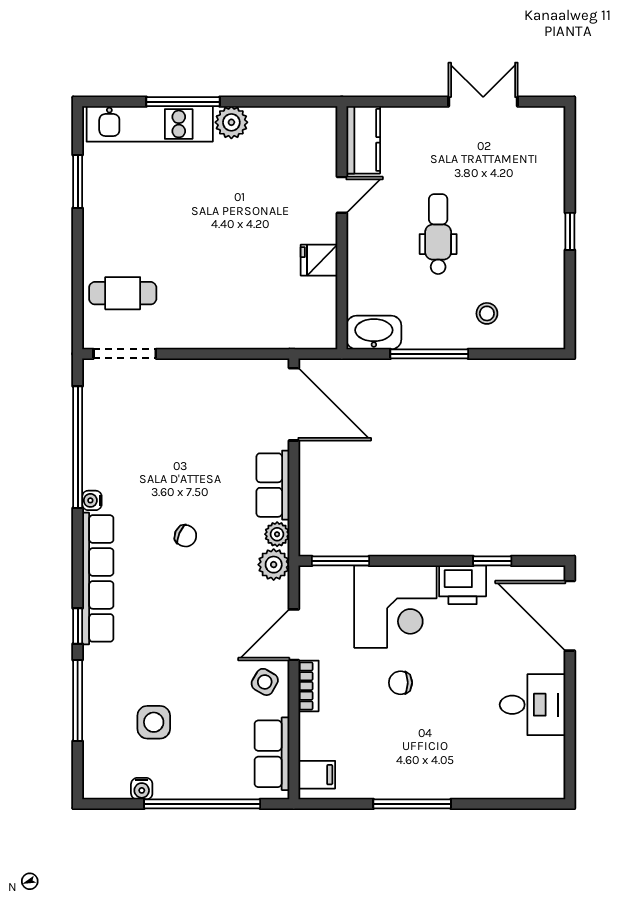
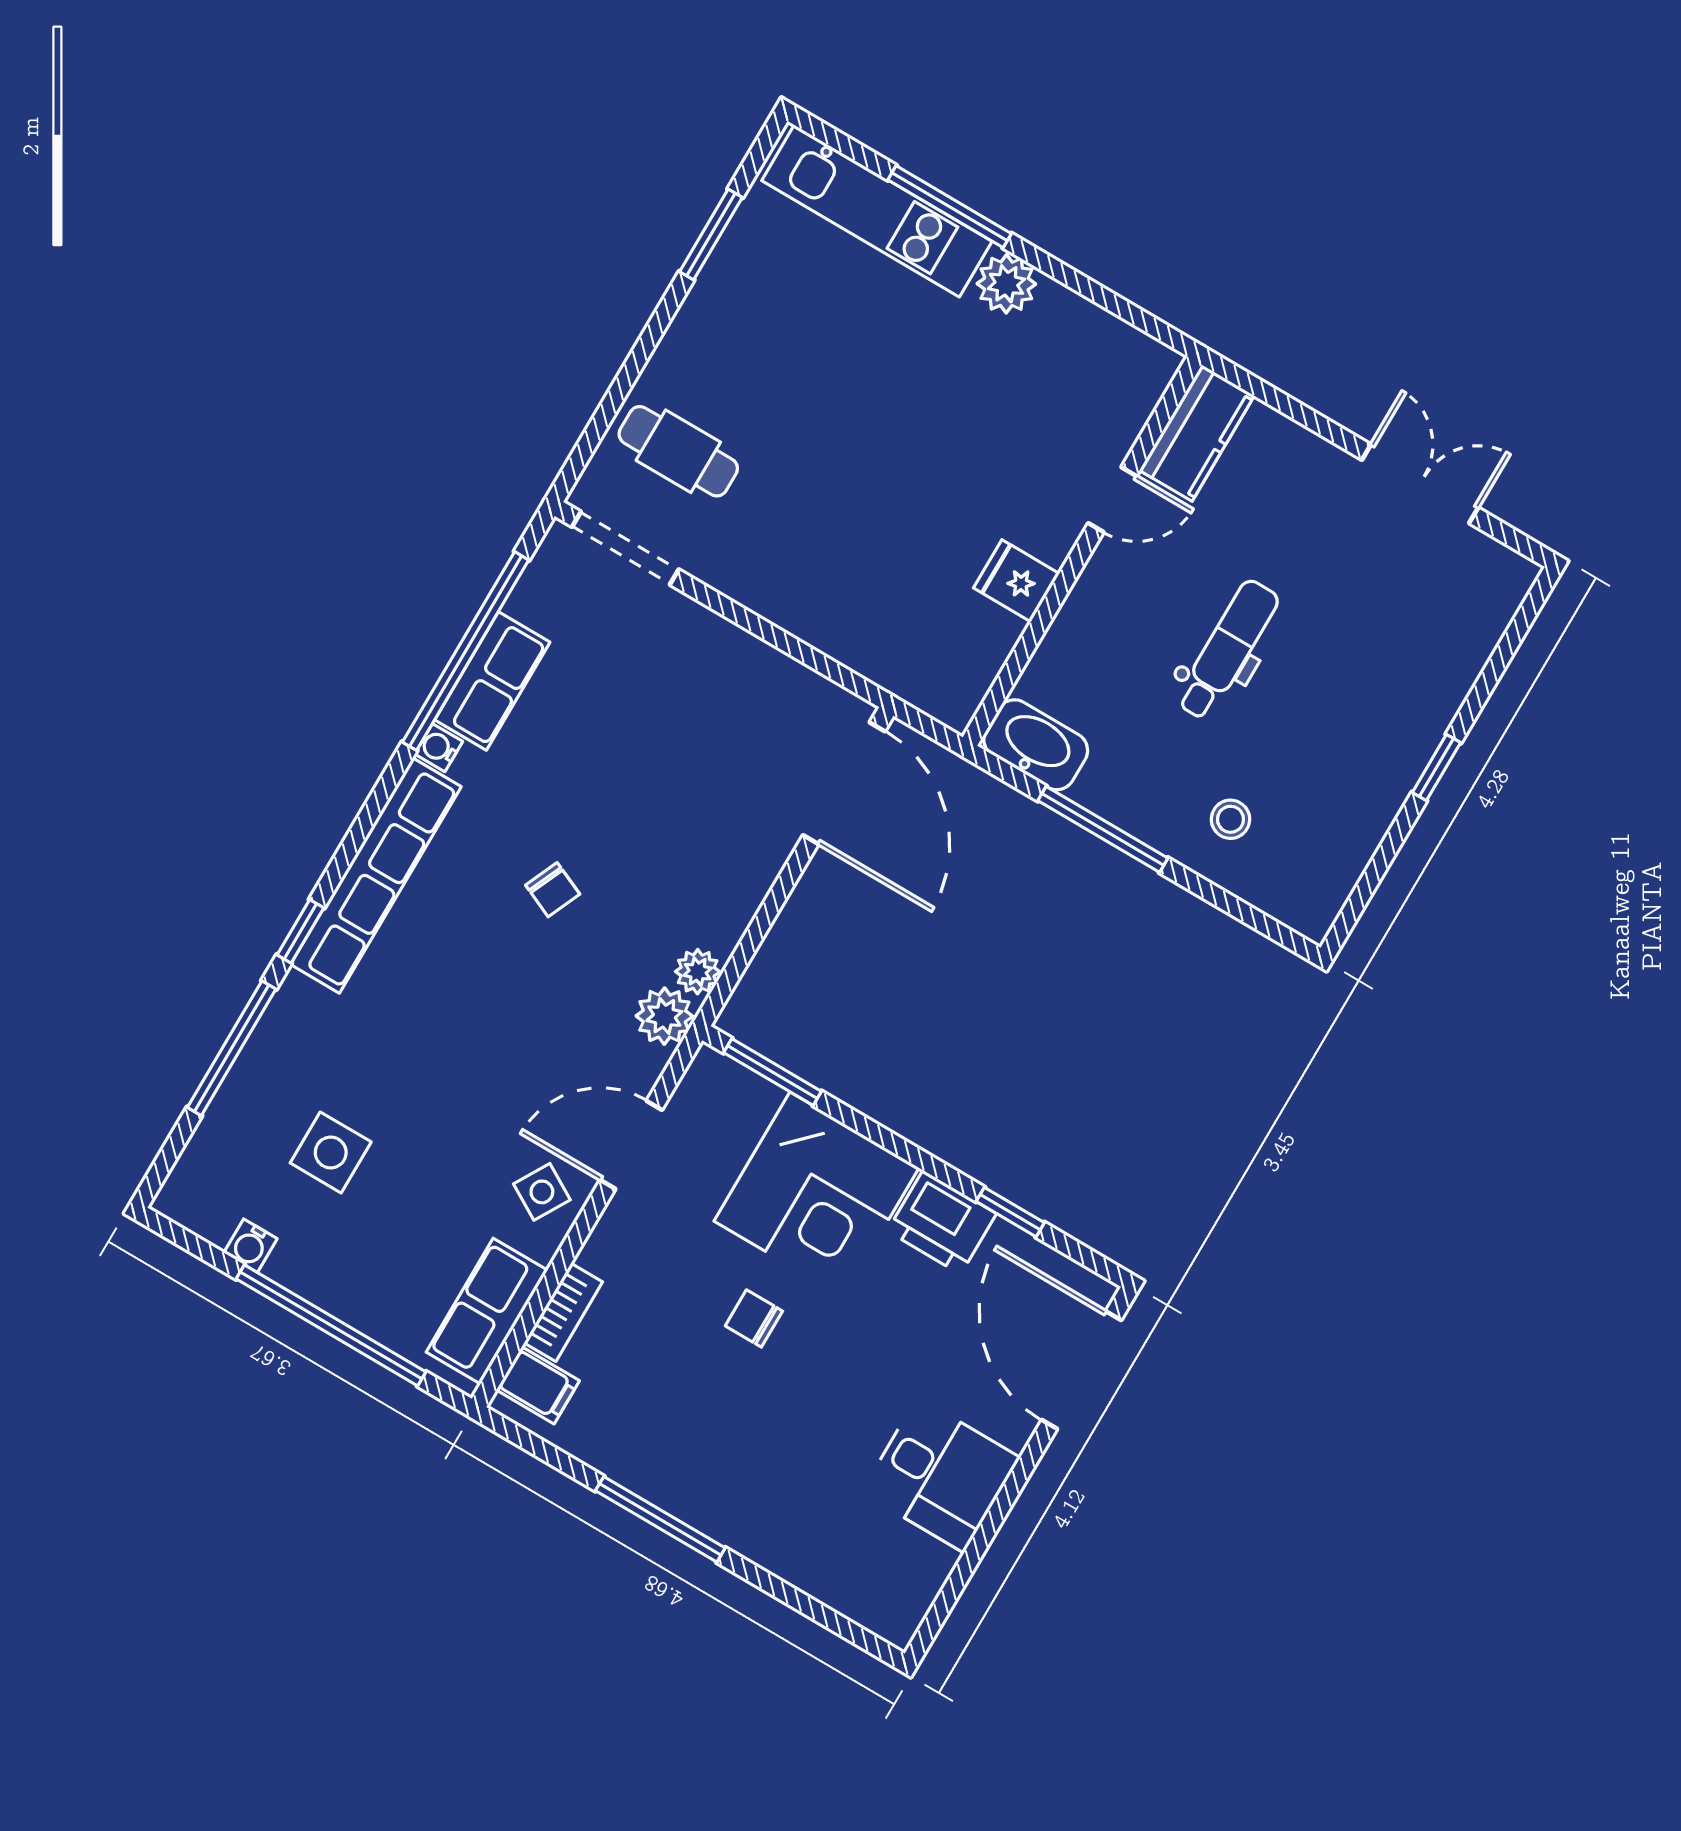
row of seats: (273, 485) -> (492, 681), moved, turned 180
bookcase: (308, 686) -> (563, 1312), moved

